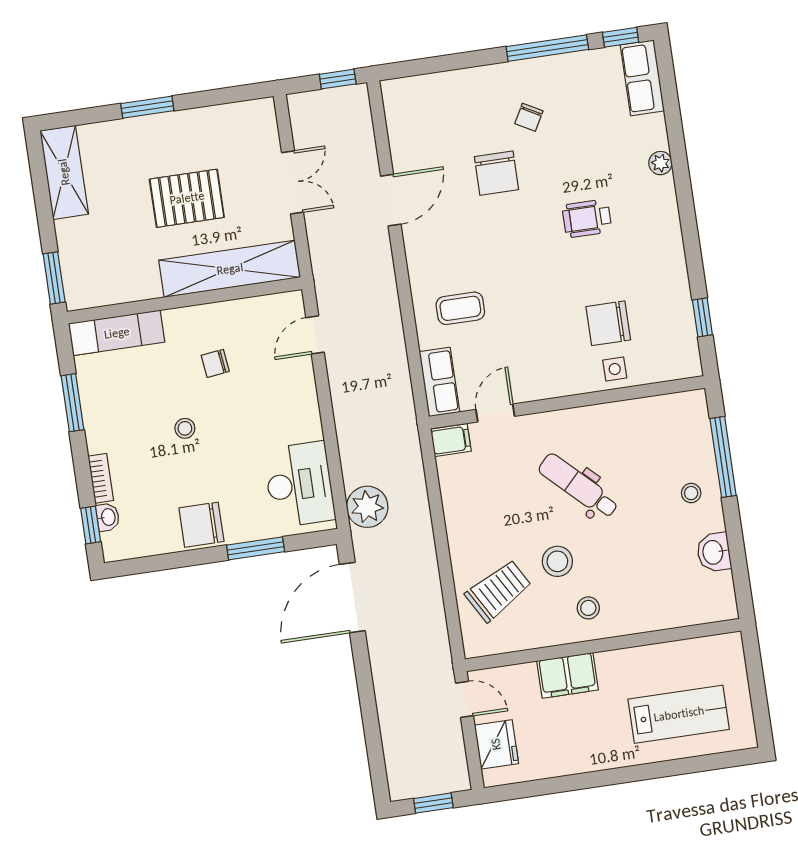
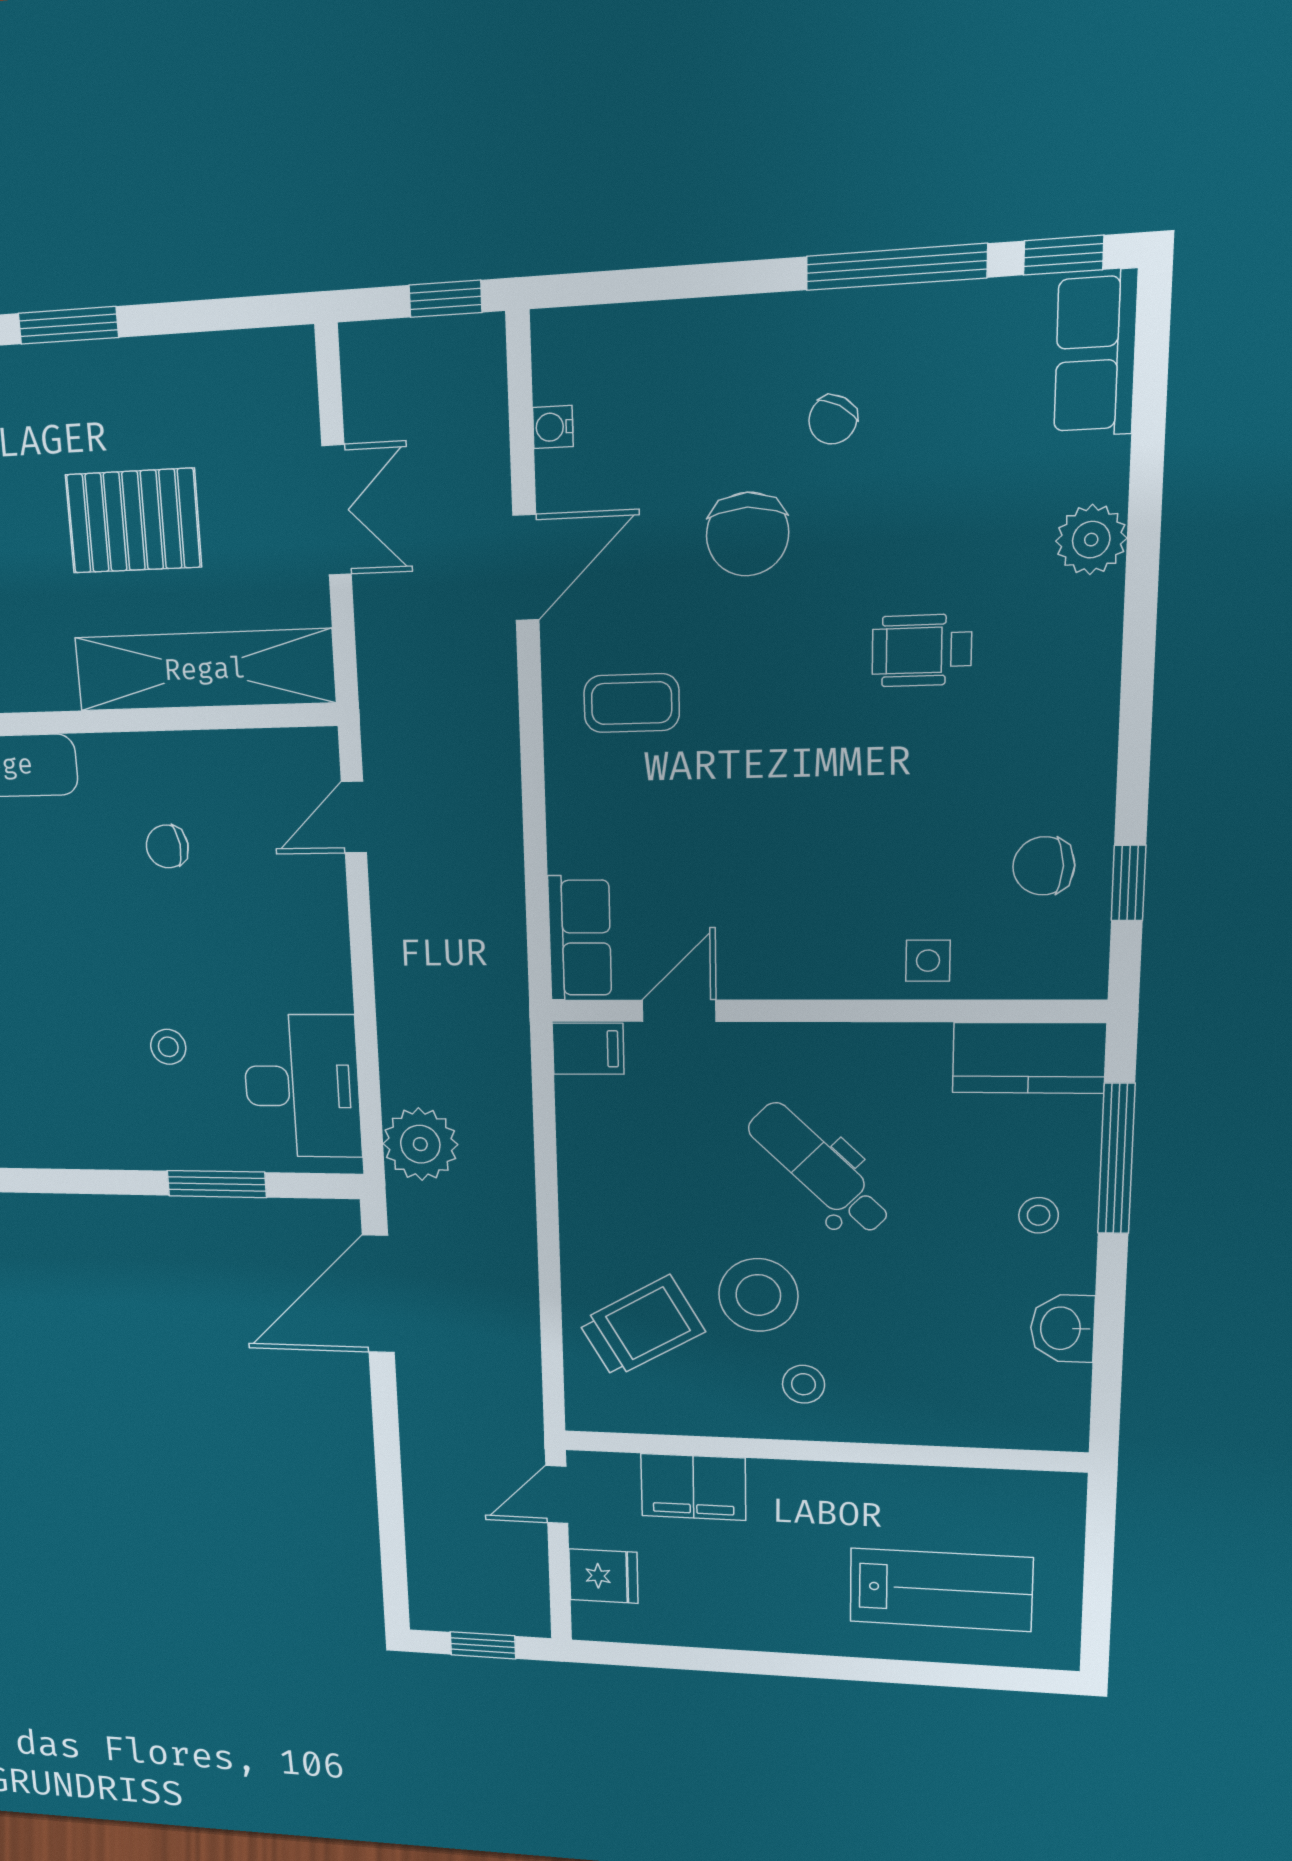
water cooler: (397, 133) -> (553, 427), added
plant: (660, 163) -> (1091, 540), width x1.38, depth x1.38
coffee table: (460, 308) -> (632, 703), moved
chair: (608, 323) -> (1044, 866), moved, width x0.73, depth x0.73
kitchen counter: (672, 411) -> (1029, 1058), added
stool: (185, 428) -> (168, 1047), moved
chair: (201, 525) -> (126, 1129), removed
stool: (557, 561) -> (758, 1295), width x1.38, depth x1.38
filing cabinet: (568, 675) -> (693, 1487), moved
door: (464, 699) -> (557, 1495), swing flipped
fridge: (496, 744) -> (603, 1576), width x0.72

